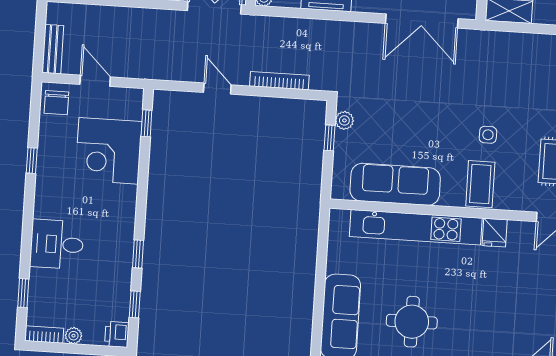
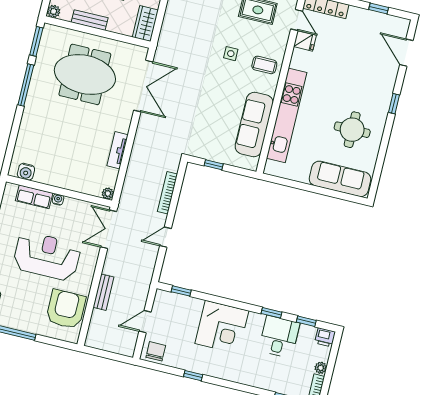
bench: (53, 49) -> (103, 292), moved, turned 90
chair: (56, 103) -> (156, 351), turned -90
plant: (344, 120) -> (203, 152), removed
corner desk: (109, 151) -> (222, 327), moved
coffee table: (480, 184) -> (264, 65), width x0.73, depth x0.77
fridge: (495, 233) -> (305, 41), moved
desk: (57, 244) -> (279, 337), moved, turned 180

